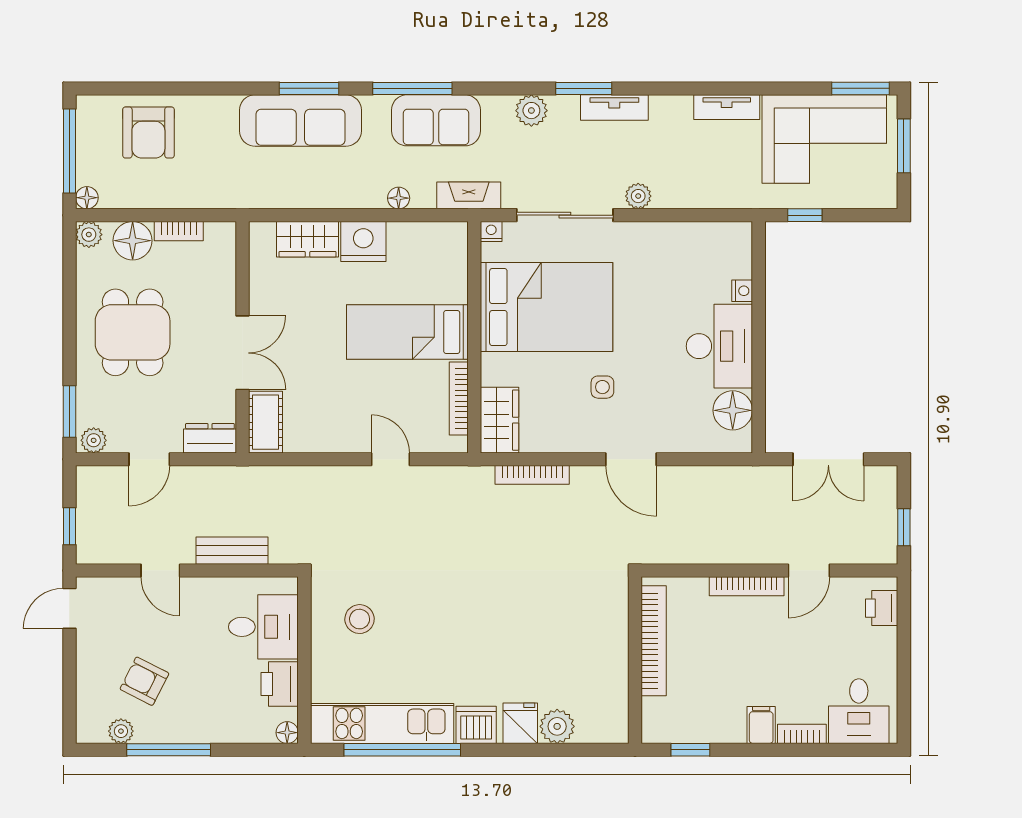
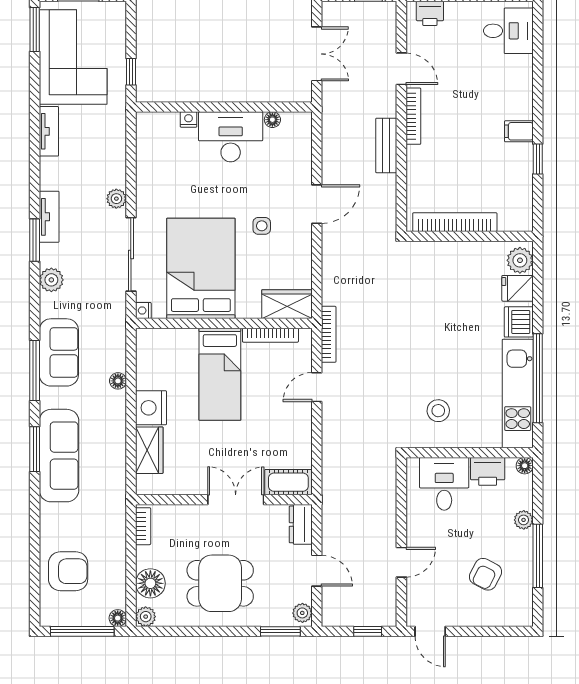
fireplace: (469, 195) -> (116, 328), removed
bookcase: (179, 231) -> (143, 526), moved
floor lamp: (733, 410) -> (272, 120), width x0.53, depth x0.53
bookcase: (532, 475) -> (329, 334), moved
bench: (232, 551) -> (386, 145), moved
bookcase: (654, 641) -> (455, 222), moved
wall: (635, 660) -> (470, 236), moved
filing cabinet: (761, 725) -> (519, 131), moved
plant: (121, 731) -> (524, 520), moved
bookcase: (802, 734) -> (526, 74), removed

